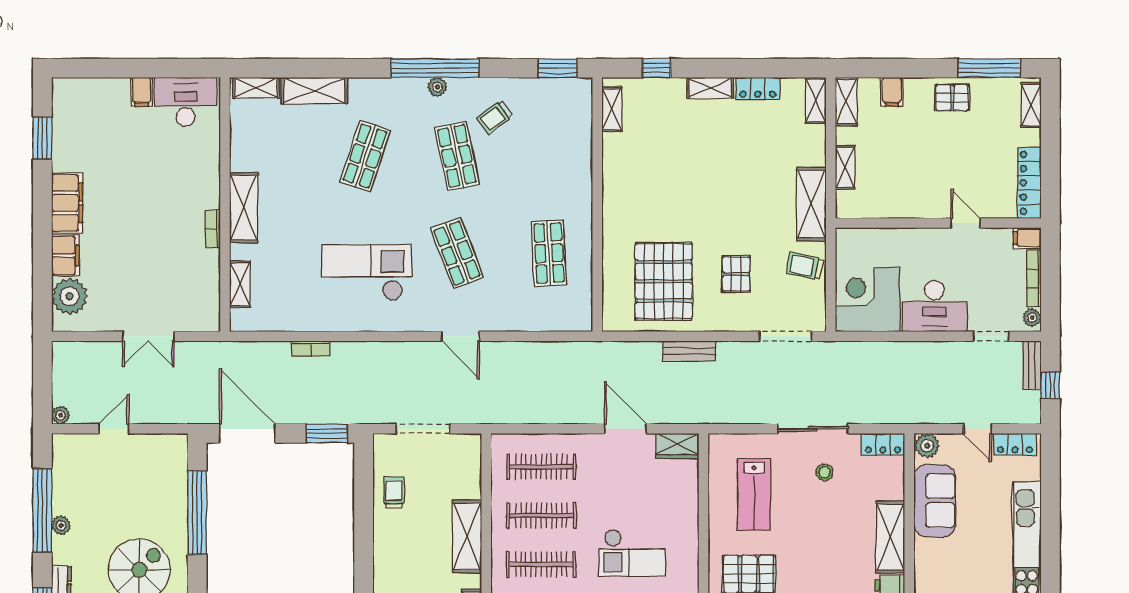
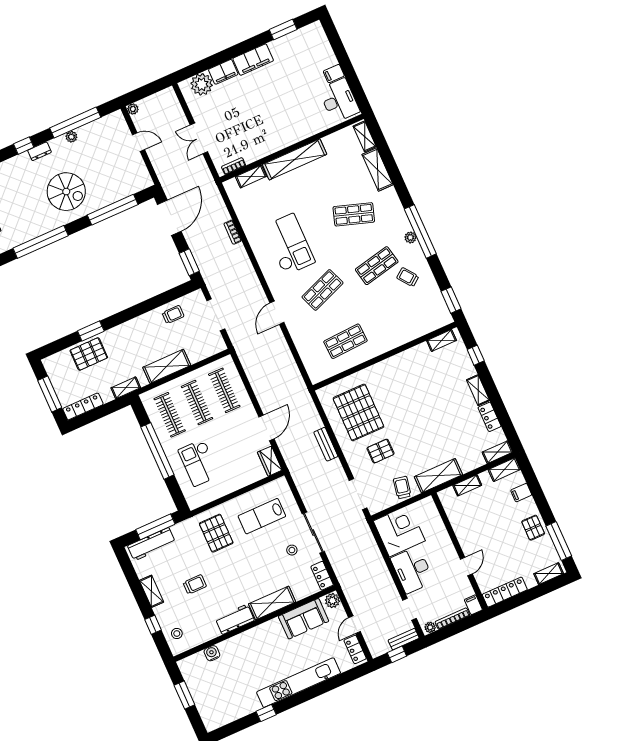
shelving: (244, 208) -> (295, 159), width x1.47
bookcase: (213, 229) -> (234, 166), moved
pallet: (664, 281) -> (358, 412), turned 90

